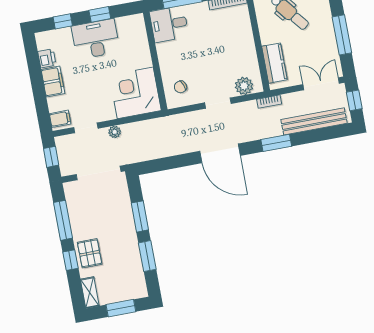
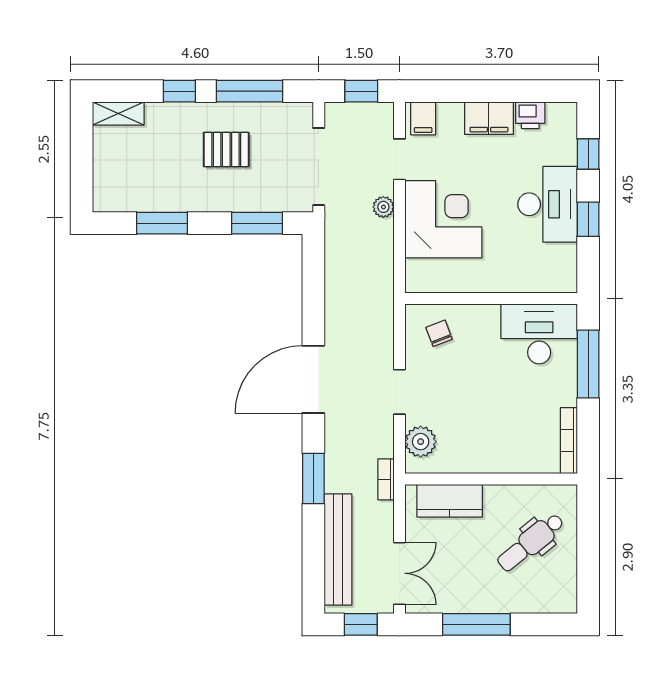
desk: (169, 24) -> (539, 334), width x1.37
corner desk: (135, 93) -> (443, 219), moved
window: (140, 216) -> (257, 223), moved
pallet: (90, 253) -> (226, 149), moved
window: (121, 308) -> (82, 162), removed

